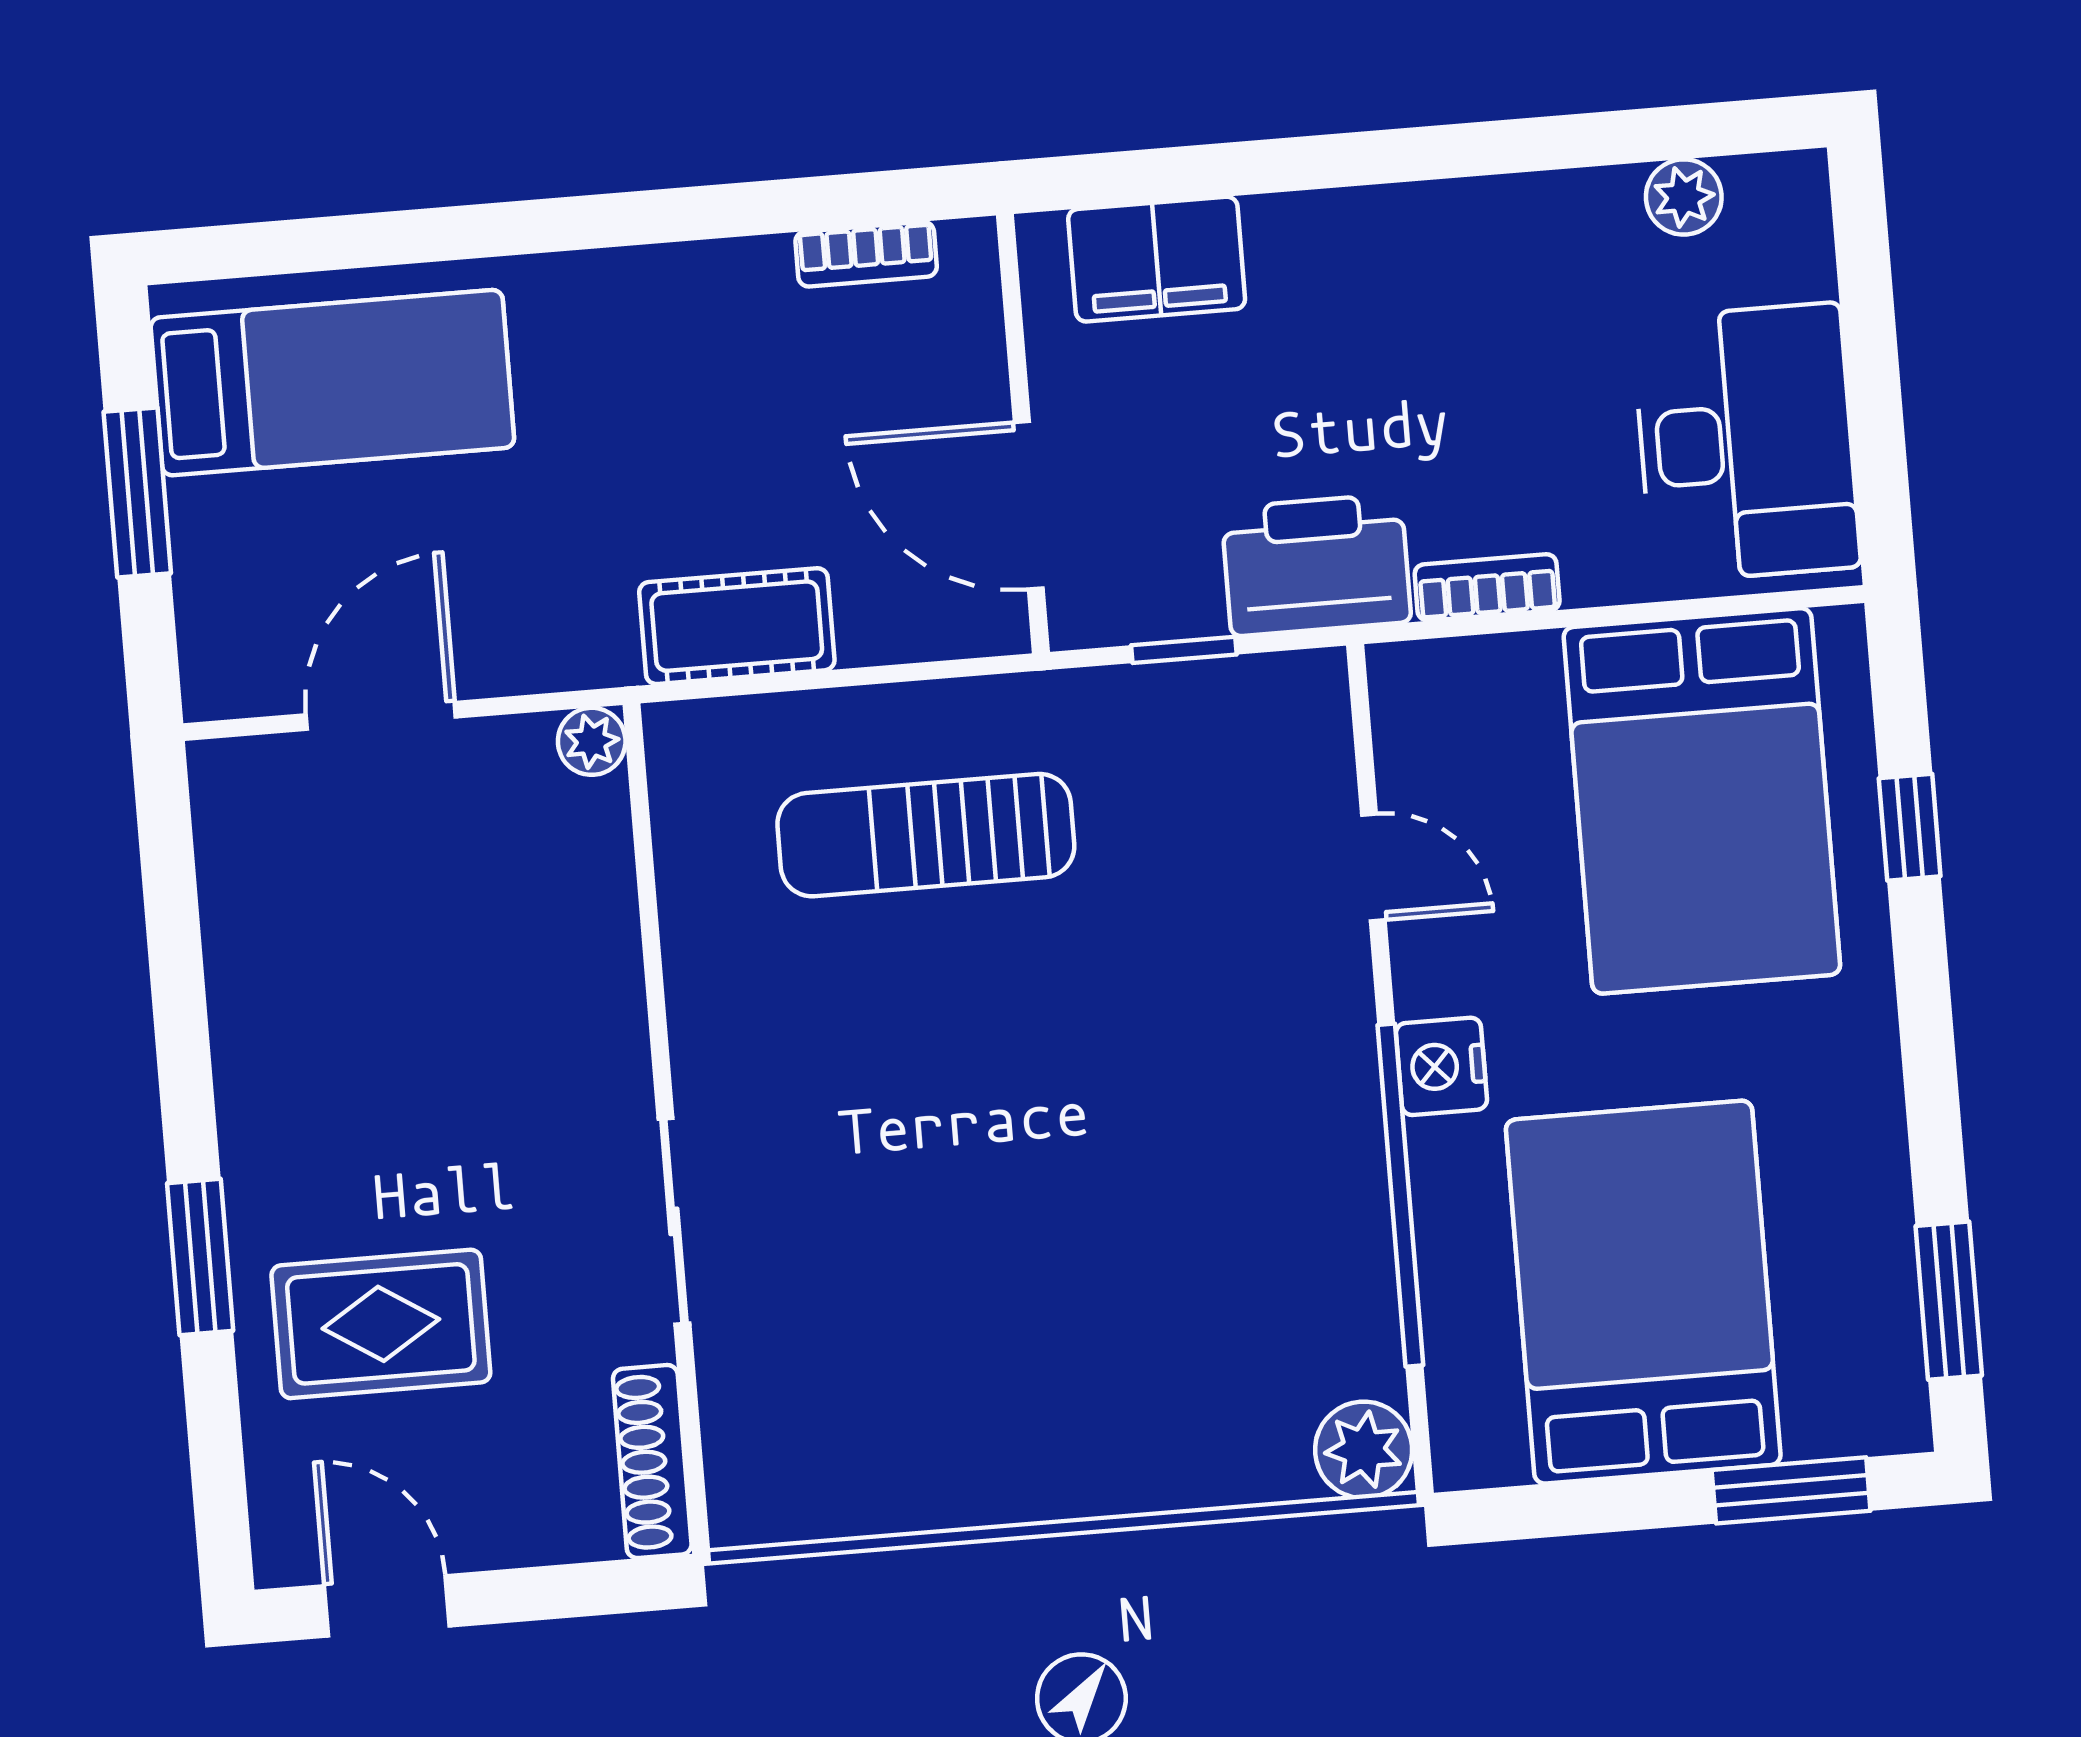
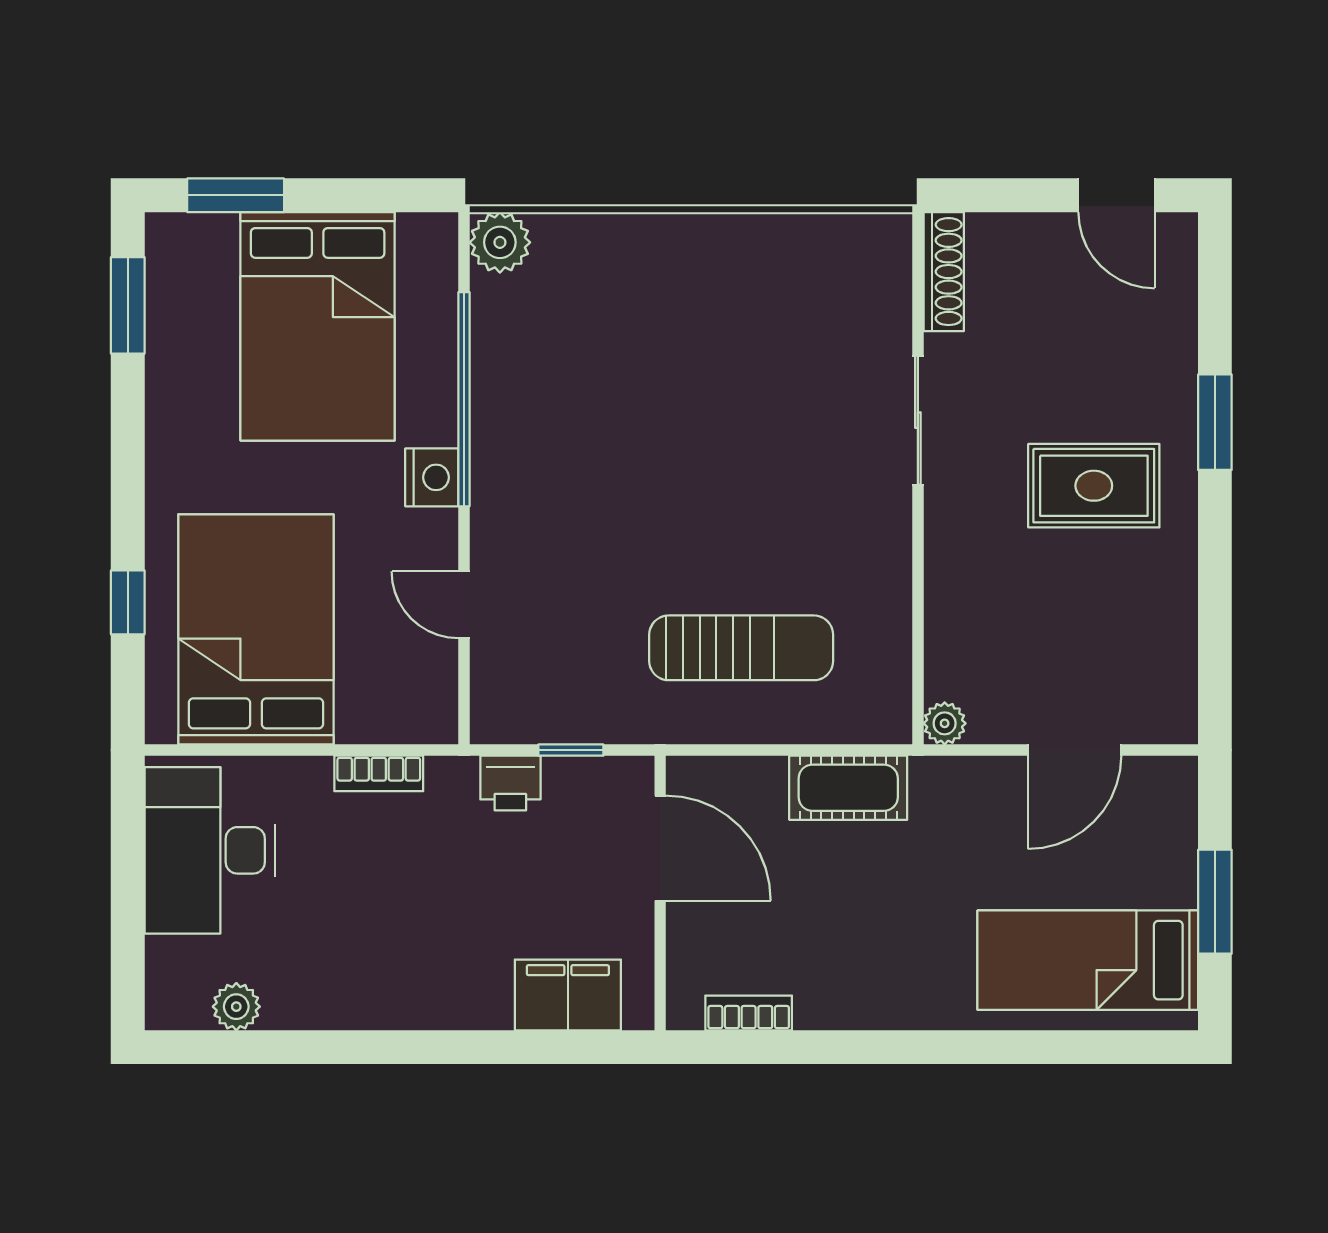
printer: (1316, 565) -> (510, 783), width x0.53, depth x0.68
rug: (381, 1324) -> (1094, 486), moved

